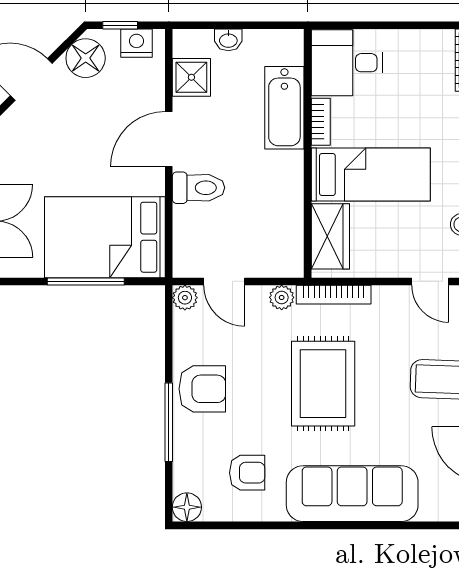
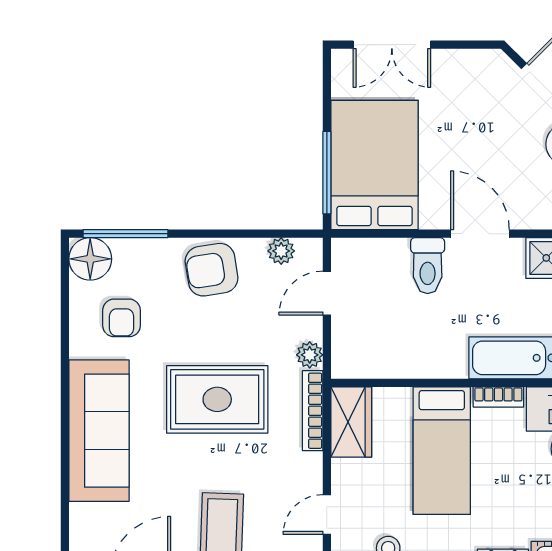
wardrobe: (330, 236) -> (351, 422), moved, turned -90
window: (86, 281) -> (327, 173), moved
plant: (185, 298) -> (281, 251), moved
armchair: (202, 389) -> (212, 270), turned 81
window: (169, 422) -> (126, 234), moved
floor lamp: (187, 507) -> (90, 259), width x1.38, depth x1.38

